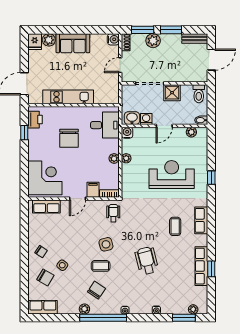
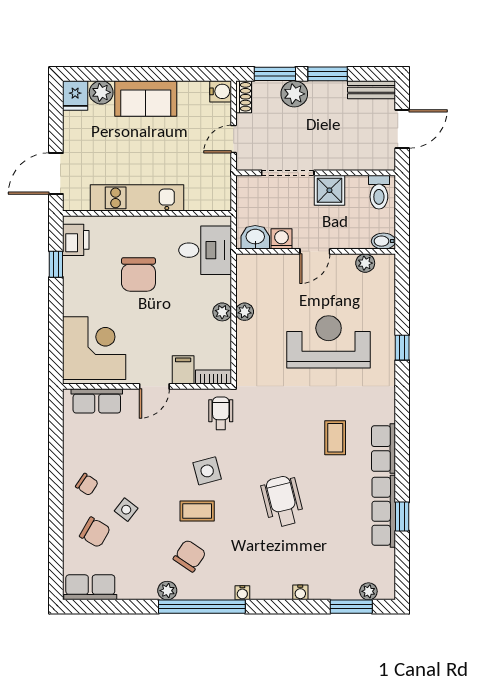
water cooler: (127, 133) -> (246, 264), removed
row of seats: (201, 220) -> (384, 449), moved

